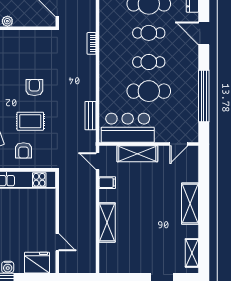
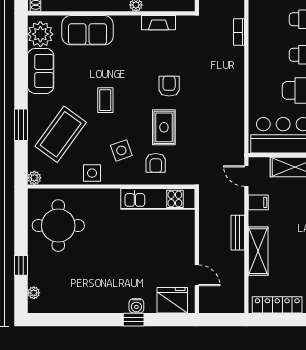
fireplace: (26, 36) -> (159, 23), added
bench: (91, 116) -> (238, 233), moved
rug: (30, 121) -> (164, 127), turned 90
locker: (123, 266) -> (277, 305), added

